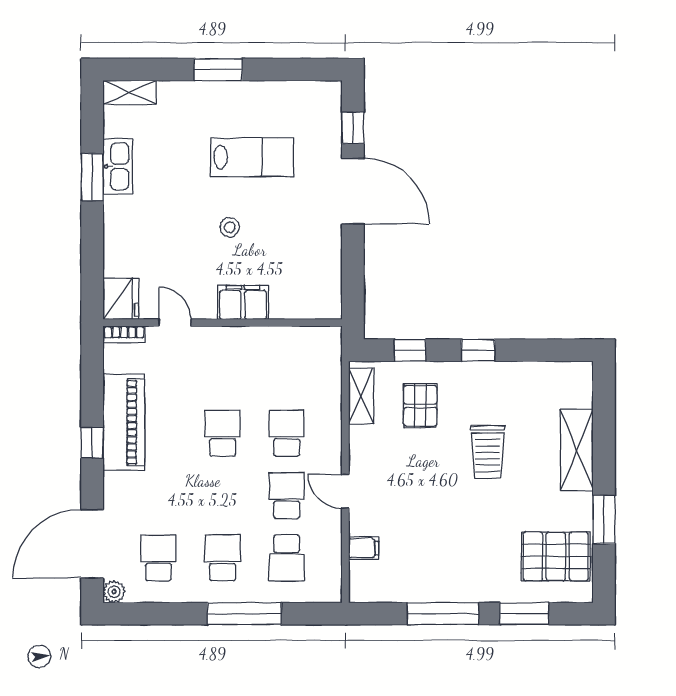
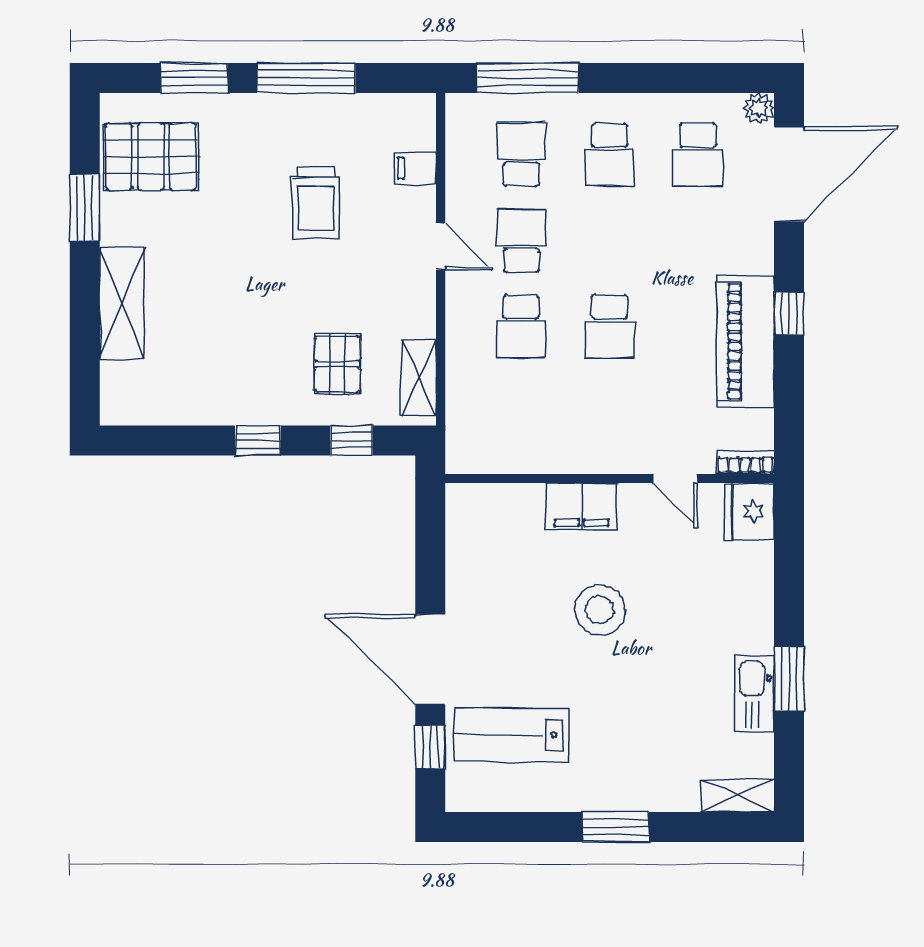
lab bench: (252, 157) -> (512, 735), moved
stool: (230, 227) -> (600, 610), width x1.89, depth x1.89
trolley: (488, 452) -> (316, 203), moved, turned 180
school desk: (287, 496) -> (521, 241), turned 180
window: (244, 614) -> (528, 78), moved

